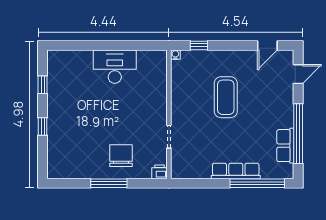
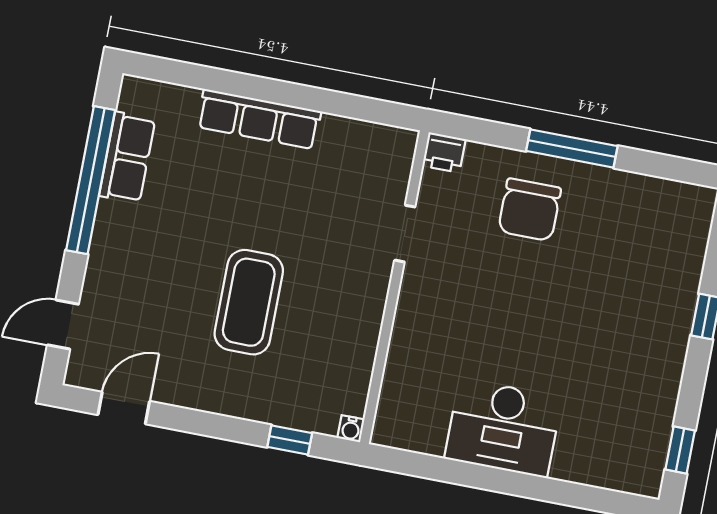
window: (43, 85) -> (680, 450), moved
window: (257, 183) -> (213, 79), removed

